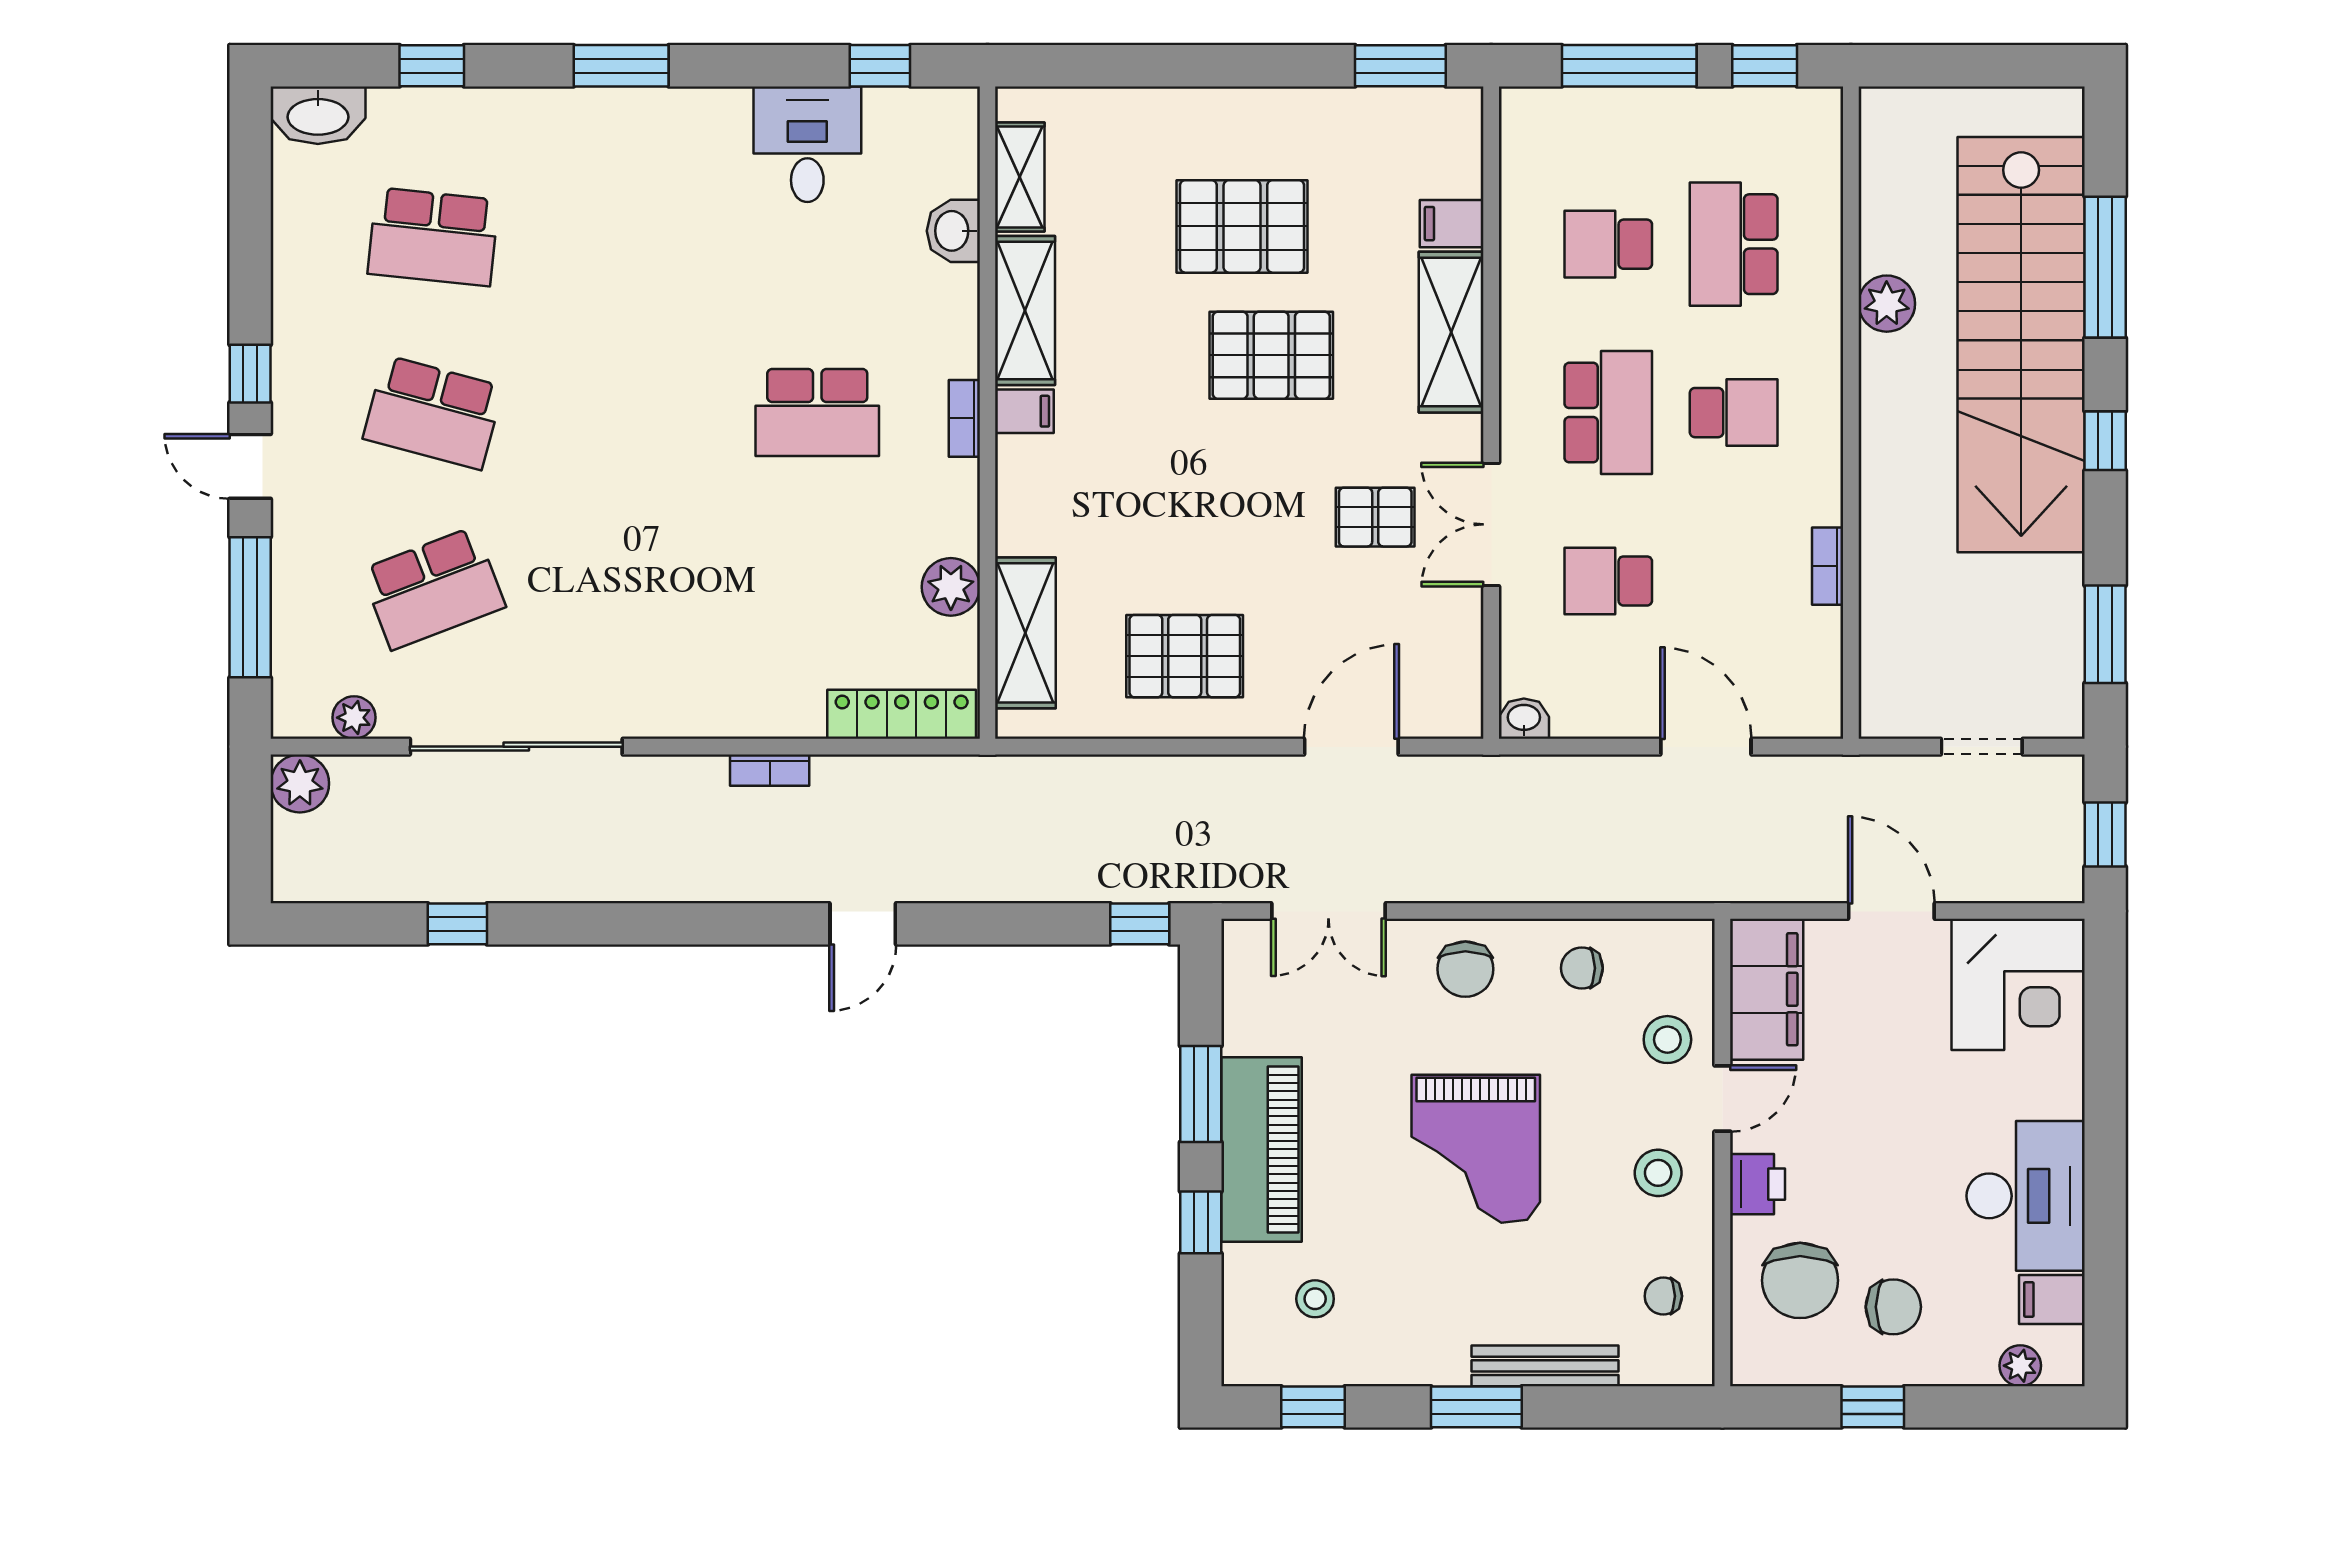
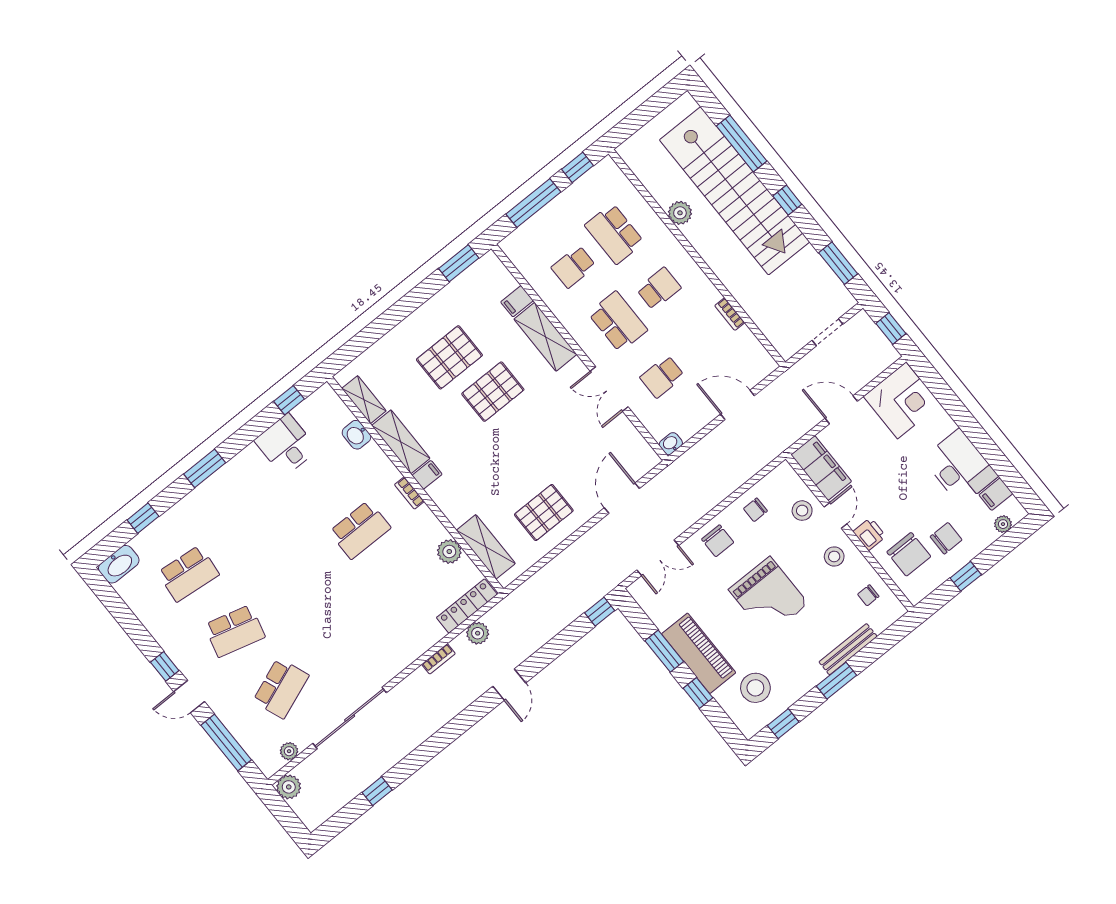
pallet: (1375, 517) -> (569, 417), removed
plant: (881, 781) -> (478, 633), added
stool: (1315, 1299) -> (755, 688), width x1.89, depth x1.89

